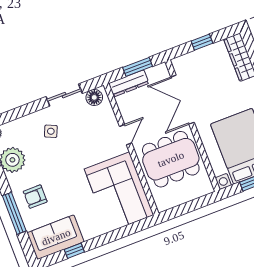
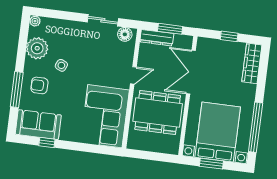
side table: (51, 131) -> (61, 65), moved

